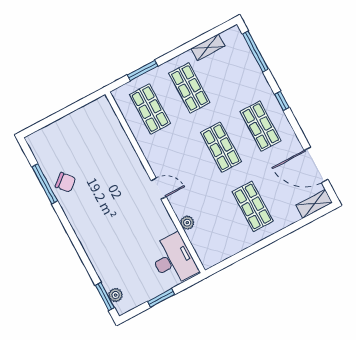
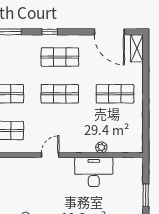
door: (316, 165) -> (109, 32), hinge flipped
door: (159, 189) -> (50, 155), moved
desk: (173, 260) -> (94, 172), moved

